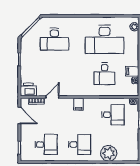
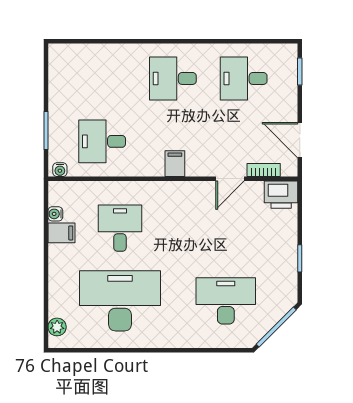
plant: (109, 153) -> (111, 60), removed

